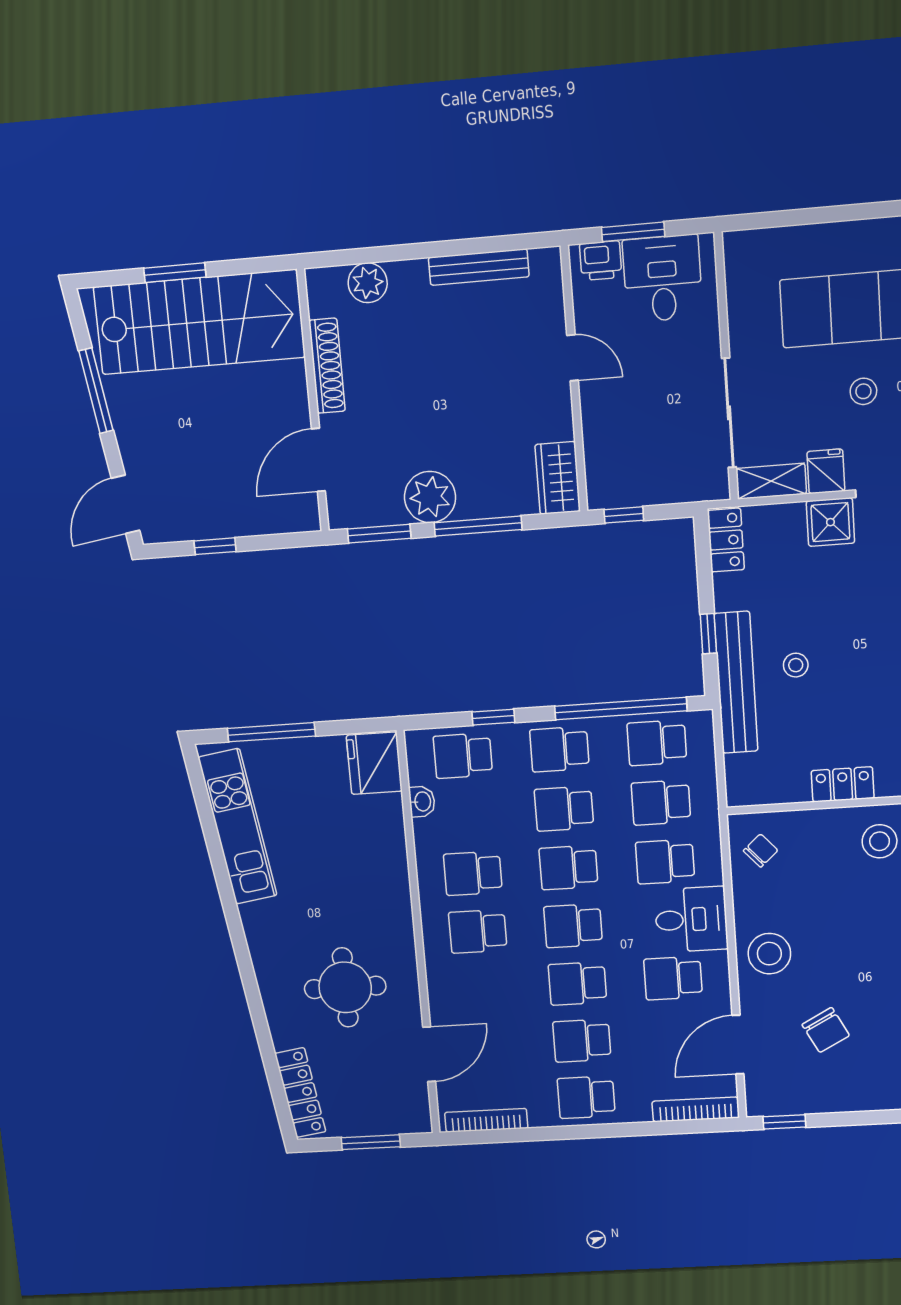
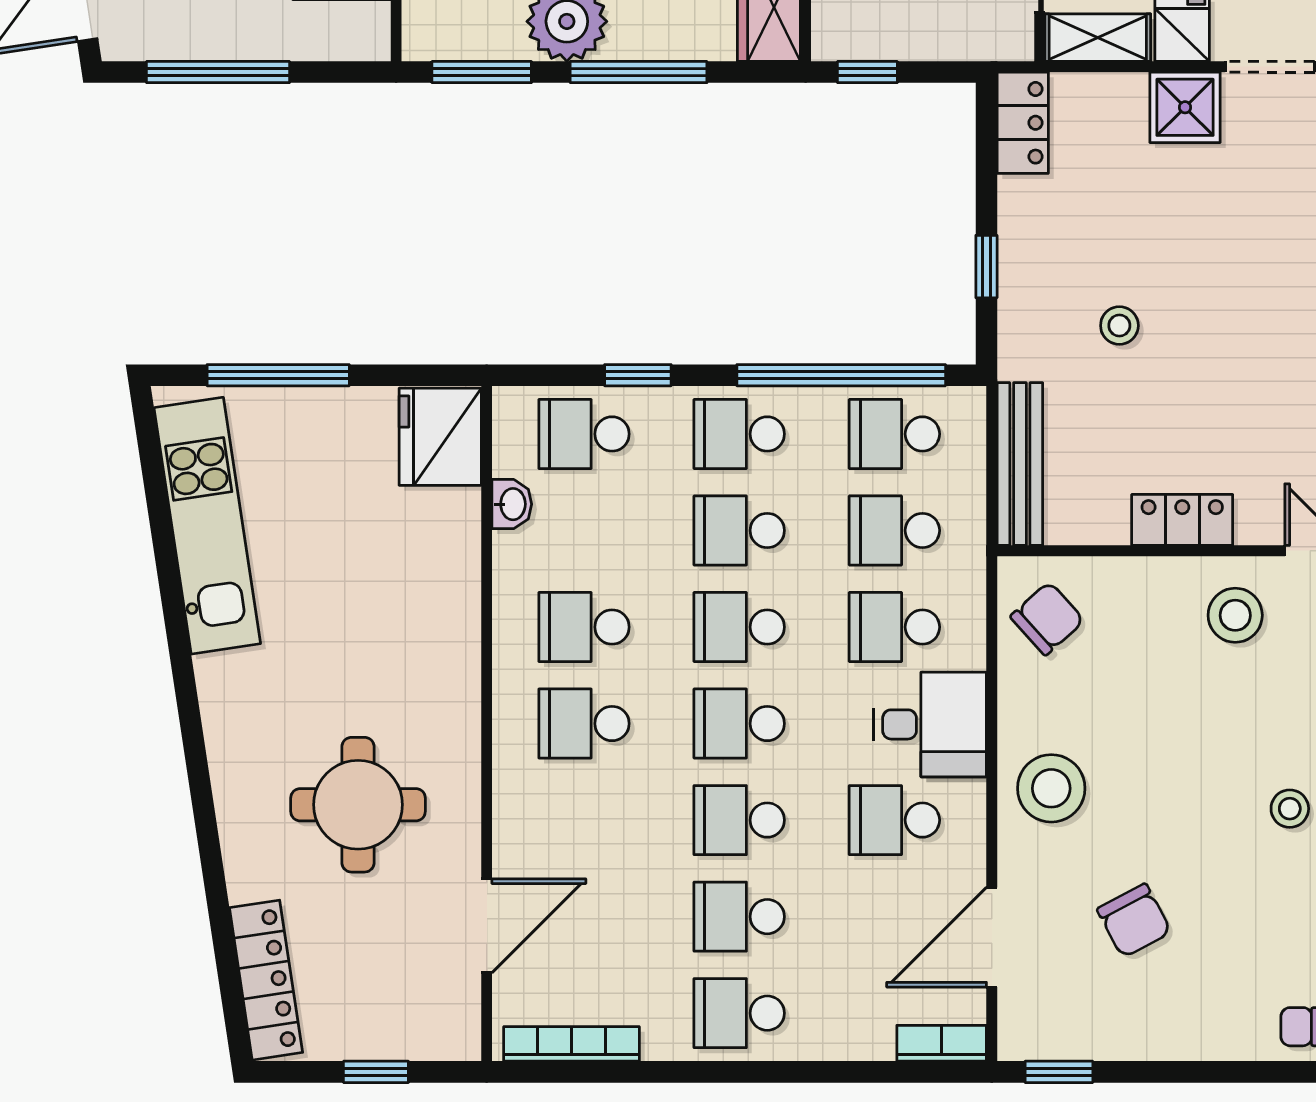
window: (215, 546) -> (218, 72), width x2.17
bench: (736, 682) -> (1020, 464), moved, width x0.73, depth x0.82
chair: (761, 851) -> (1047, 618), width x1.37, depth x1.37
bookcase: (696, 1109) -> (942, 1043), width x0.64
window: (371, 1142) -> (376, 1072), width x0.67

